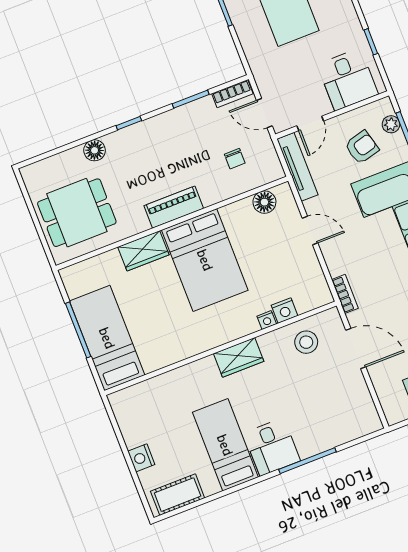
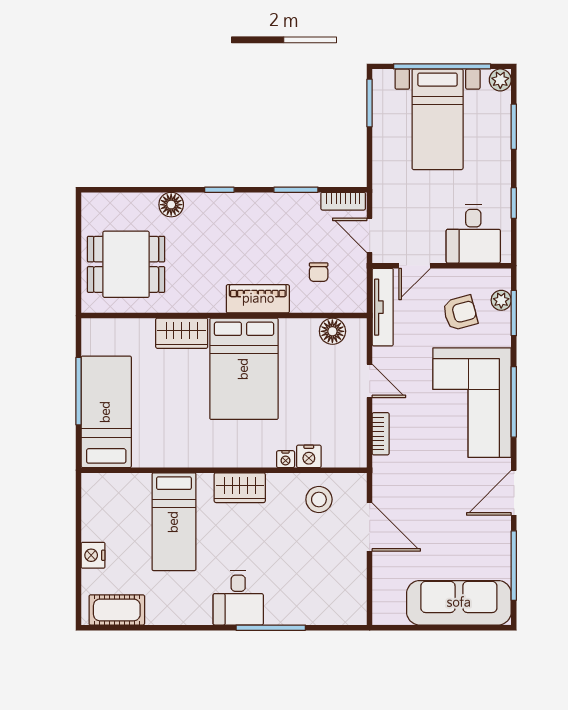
piano: (174, 207) -> (258, 299), moved
bookcase: (345, 294) -> (381, 434), moved
bed: (225, 445) -> (174, 522), moved, turned 180

